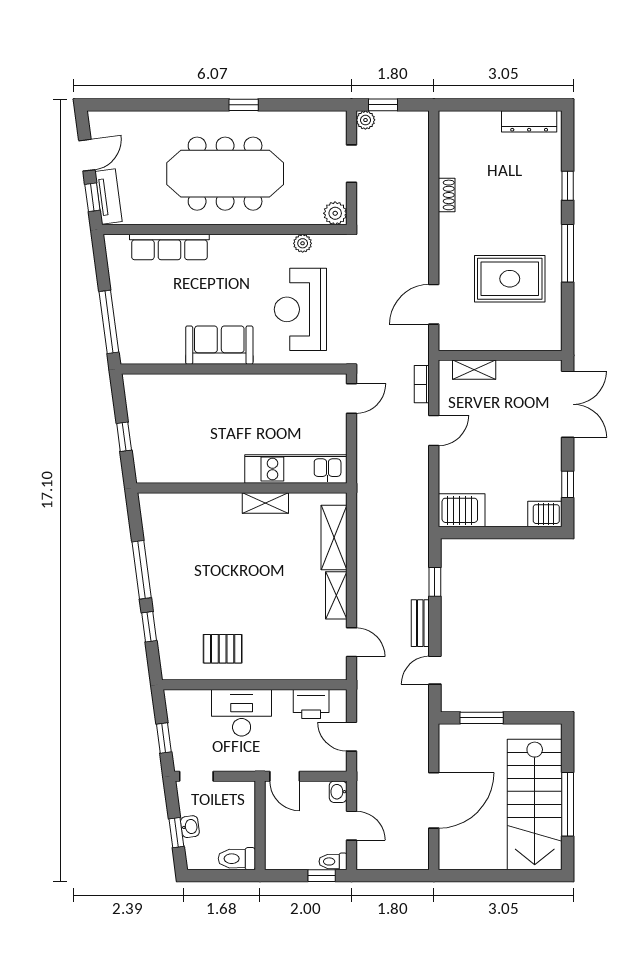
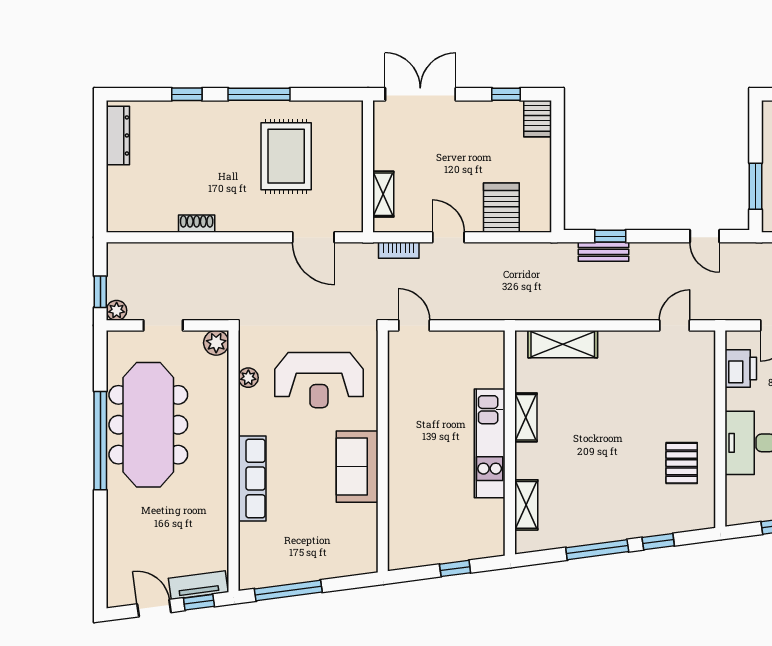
window: (244, 105) -> (100, 441), width x3.17
meeting table: (225, 174) -> (148, 425), moved
row of seats: (169, 247) -> (252, 479), moved
window: (109, 322) -> (288, 590), moved
kitchen unit: (296, 469) -> (490, 443), moved
server rack: (462, 510) -> (501, 208), moved
shelving: (336, 595) -> (526, 505), moved, turned 90
bench: (420, 623) -> (603, 252), moved

